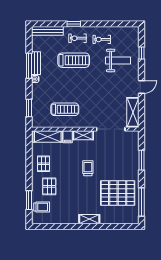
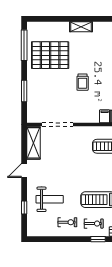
weight bench: (118, 61) -> (50, 199), turned 180
shelving: (83, 135) -> (88, 118), removed

